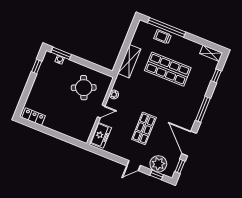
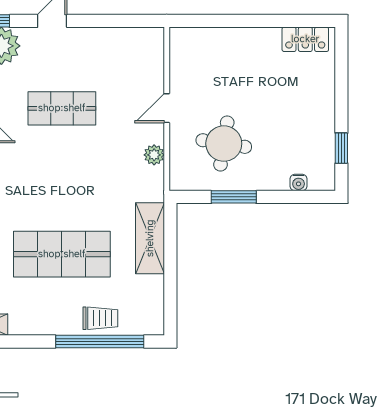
window: (61, 53) -> (234, 197), moved
round table: (84, 88) -> (224, 144), turned 32
shop shelf: (144, 128) -> (62, 108), turned 90
freezer: (101, 135) -> (148, 57), removed

